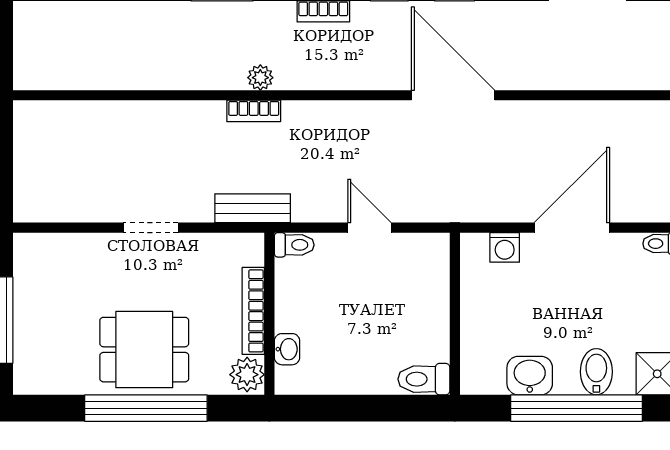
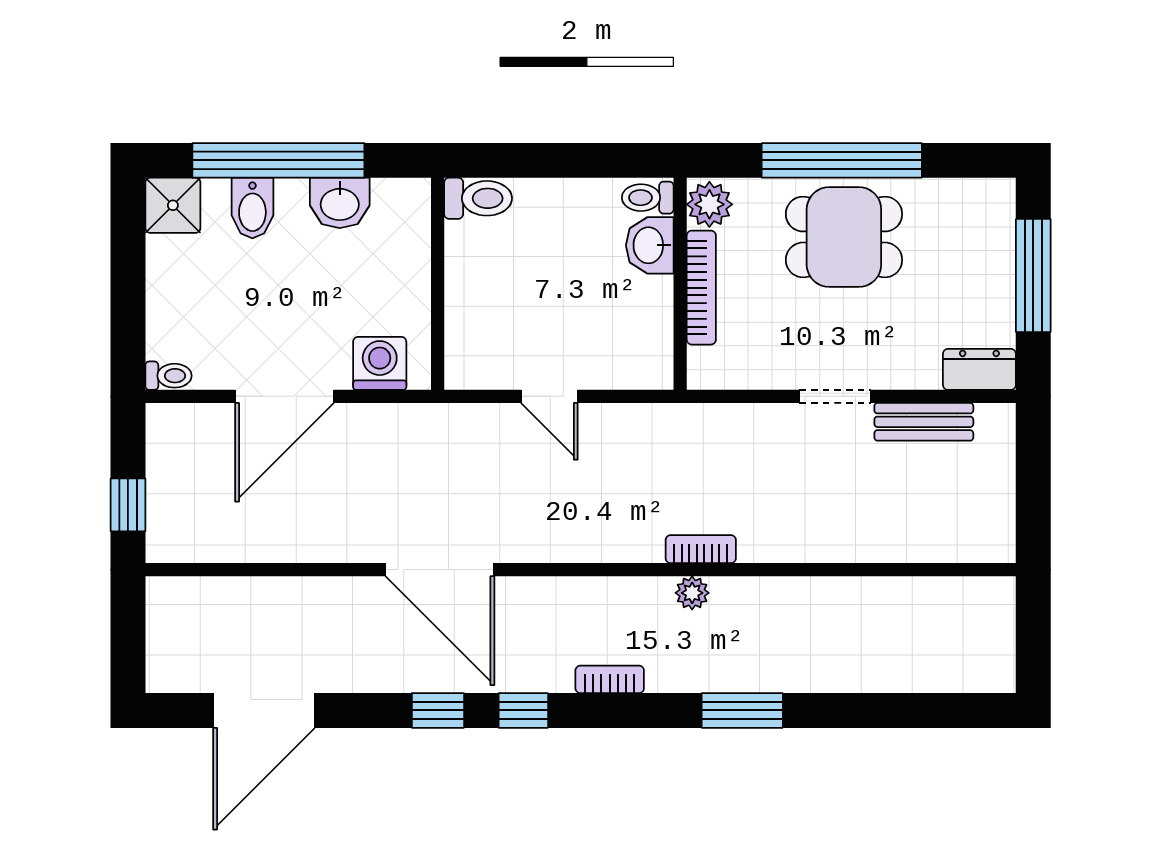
bench: (253, 208) -> (924, 422), moved
toilet: (294, 245) -> (648, 198), moved
washing machine: (505, 247) -> (380, 363), width x1.38, depth x1.38
dresser: (41, 248) -> (979, 369), added
washbasin: (287, 349) -> (650, 245), width x1.38, depth x1.45

